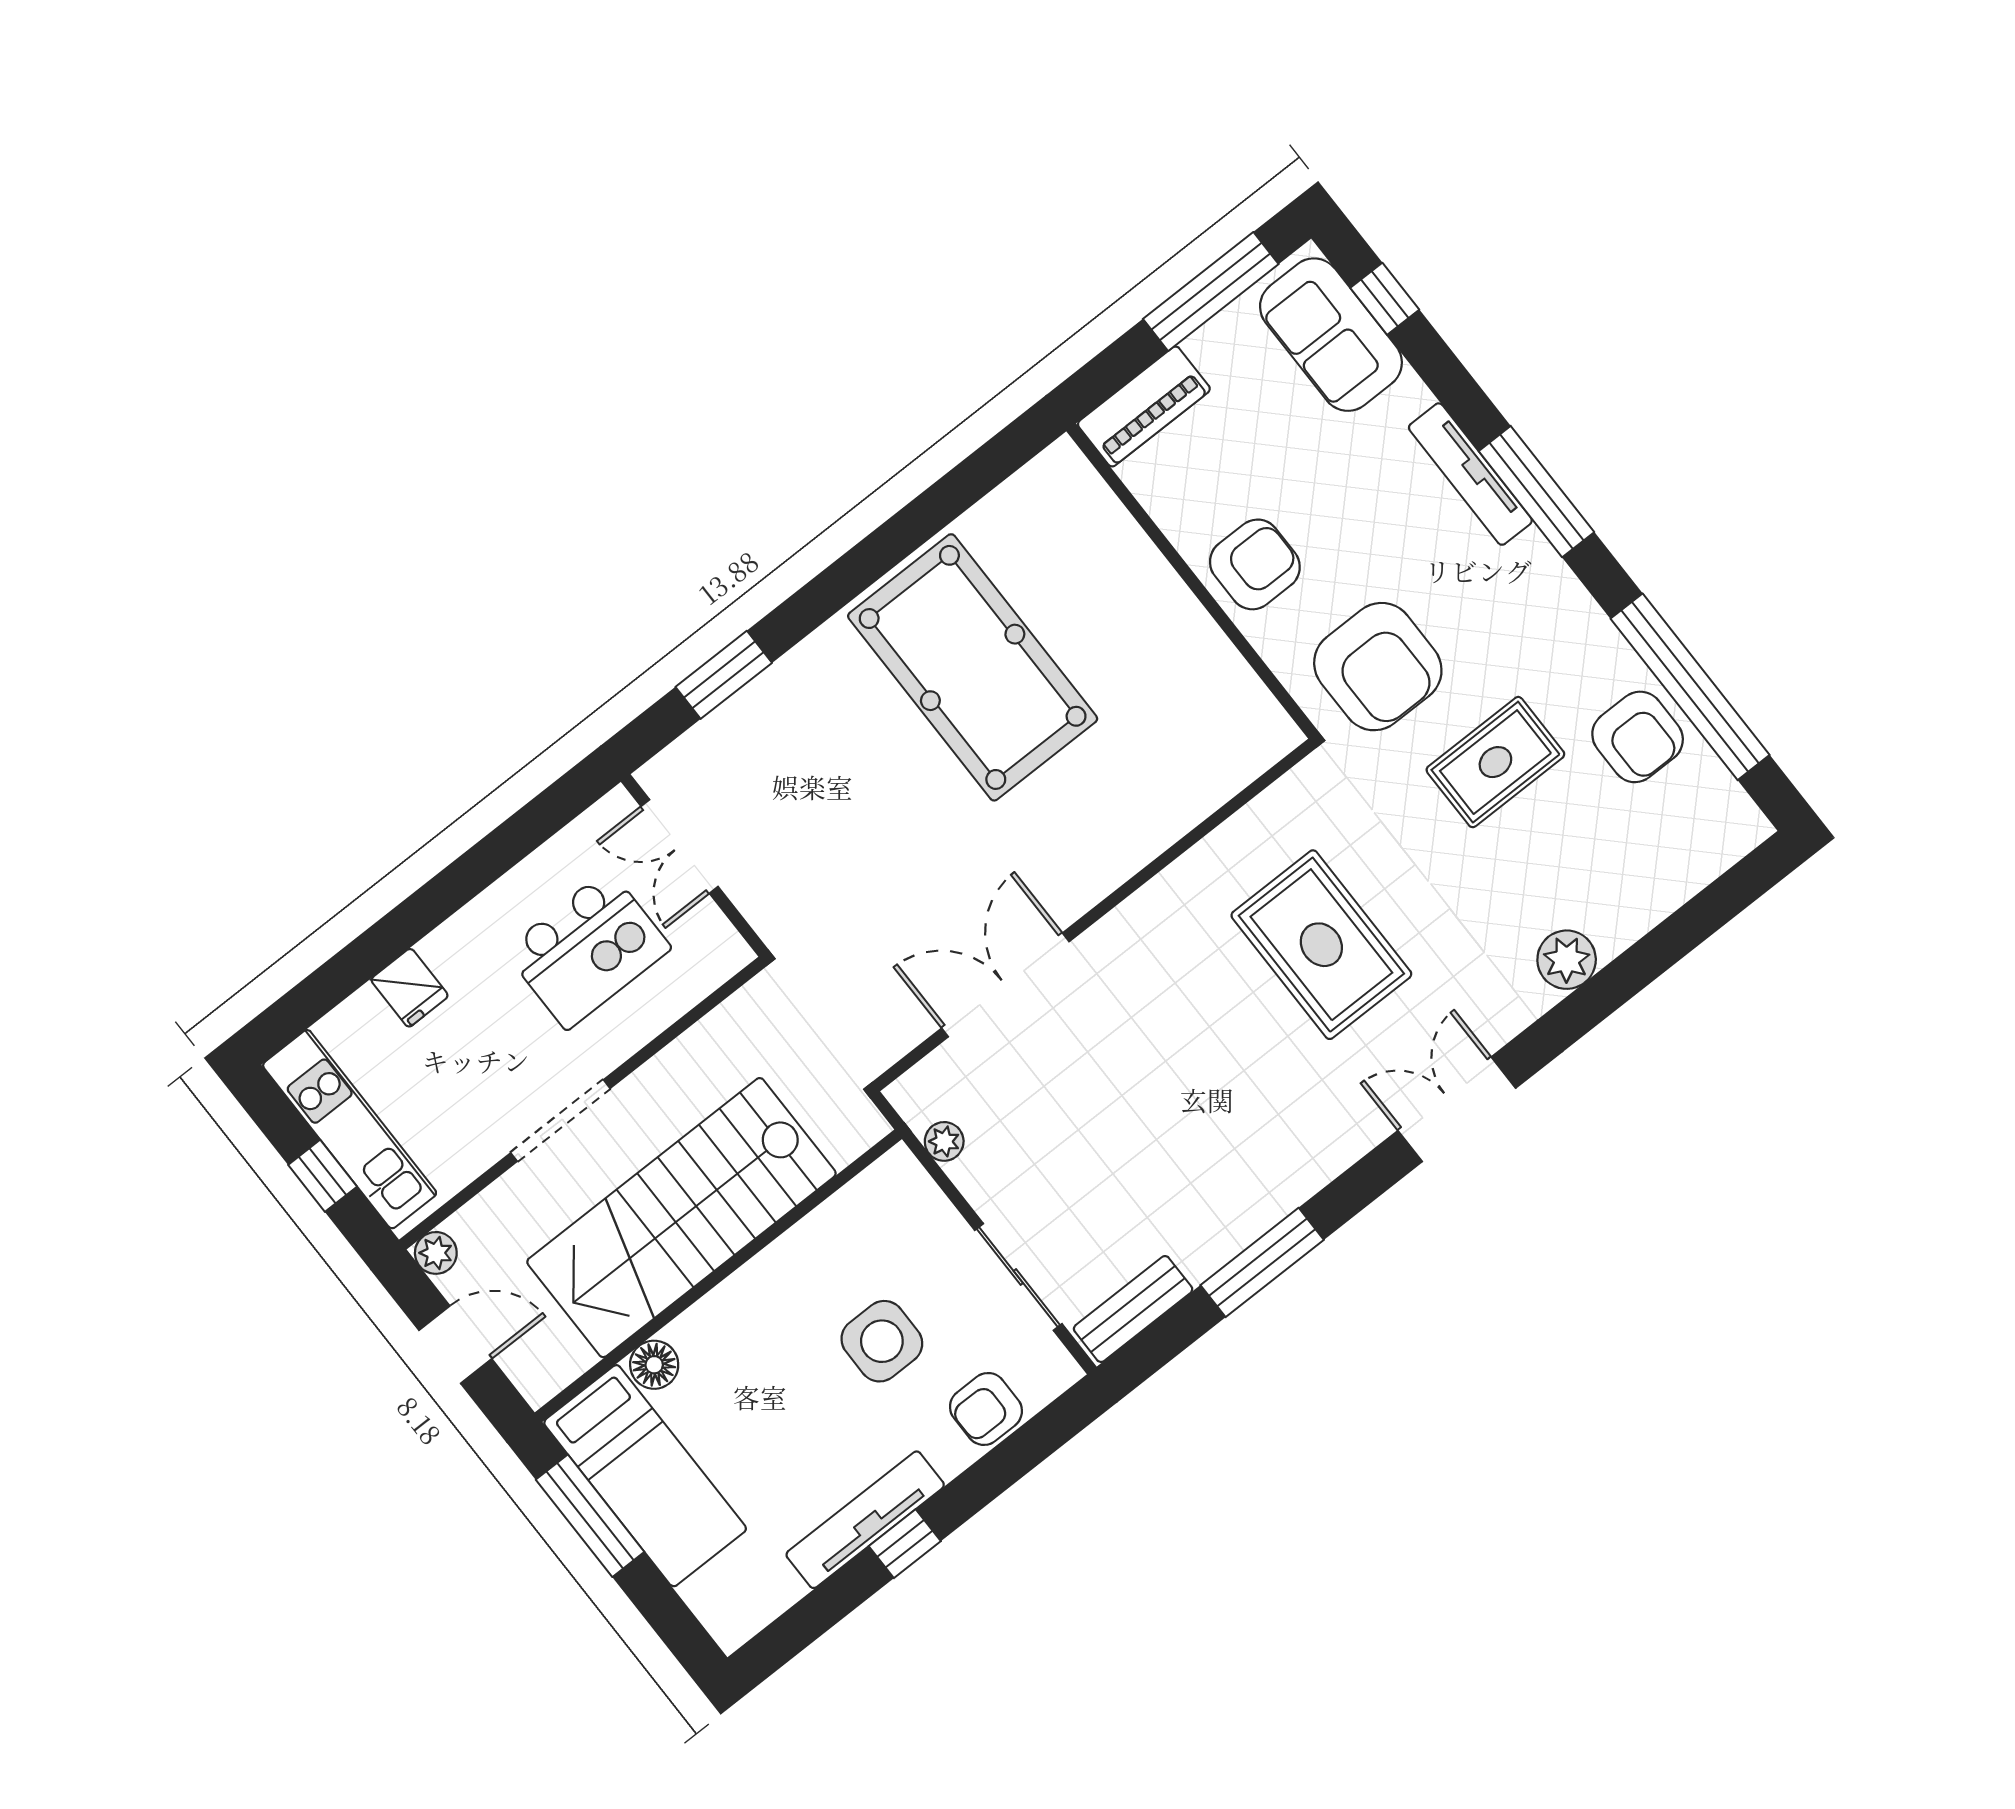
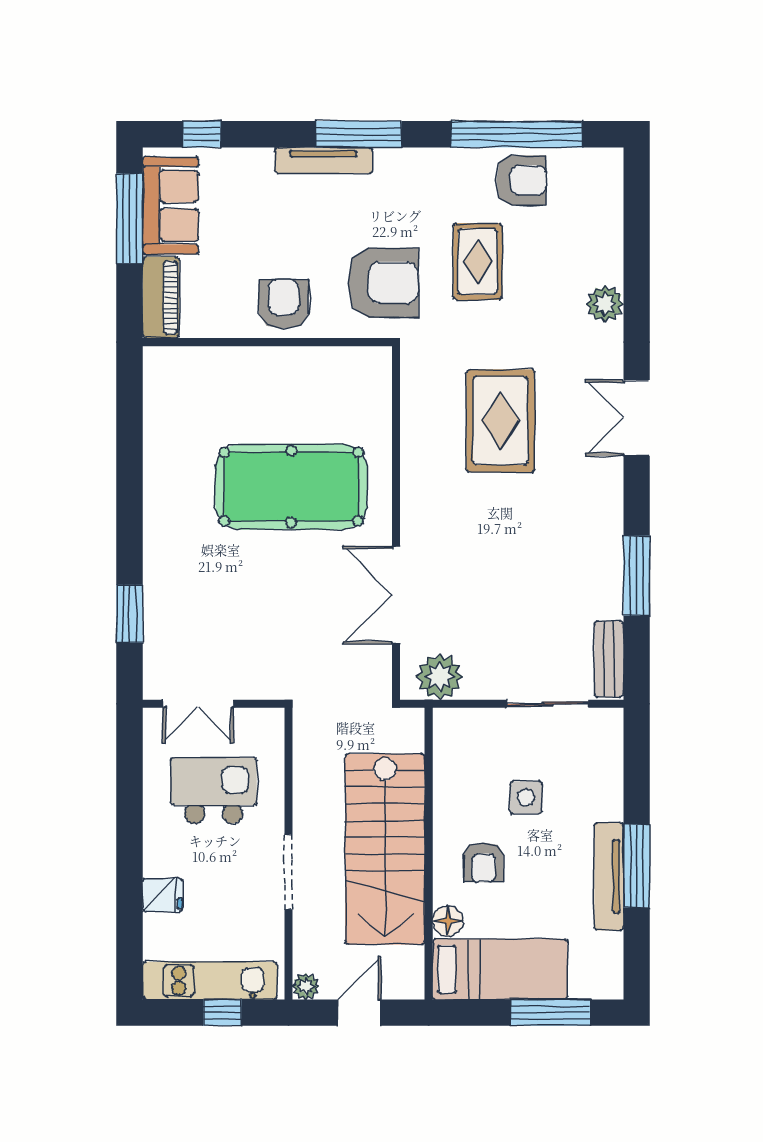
sofa: (1331, 335) -> (171, 206), moved, turned -90
pool table: (973, 667) -> (291, 487), moved
rug: (1321, 945) -> (501, 421), turned 90
kitchen island: (588, 949) -> (214, 790), turned -90
plant: (944, 1141) -> (440, 677), width x1.87, depth x1.87
side table: (882, 1341) -> (526, 798), width x0.73, depth x0.73
armchair: (986, 1409) -> (484, 862), moved
window: (590, 1516) -> (550, 1013), moved
window: (905, 1544) -> (637, 866), width x2.17

